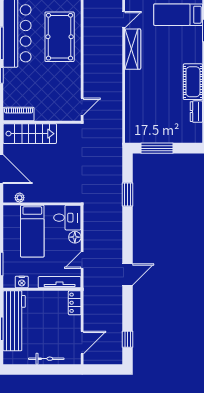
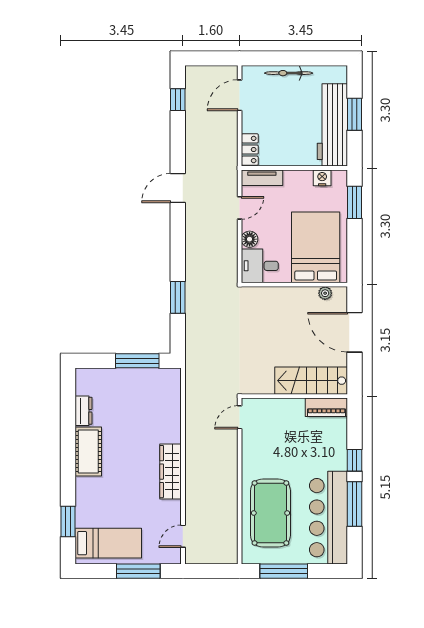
wardrobe: (133, 49) -> (171, 472), moved
bed: (32, 231) -> (316, 247), width x1.50
tv unit: (60, 282) -> (262, 178), width x0.71

